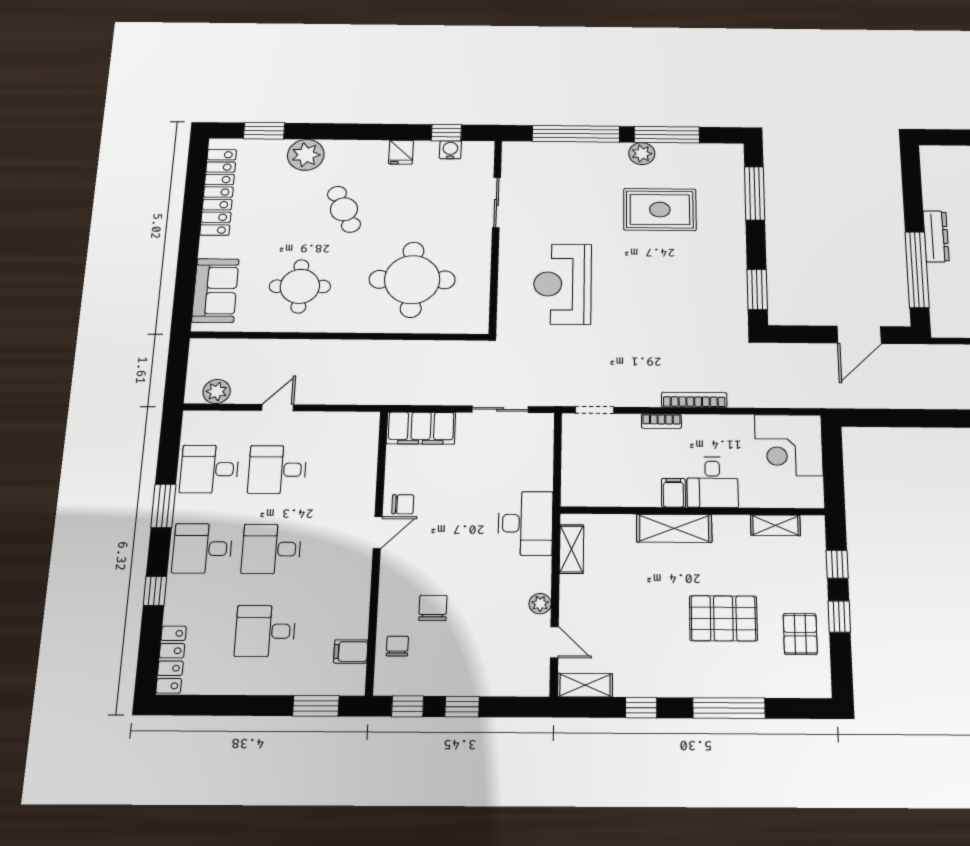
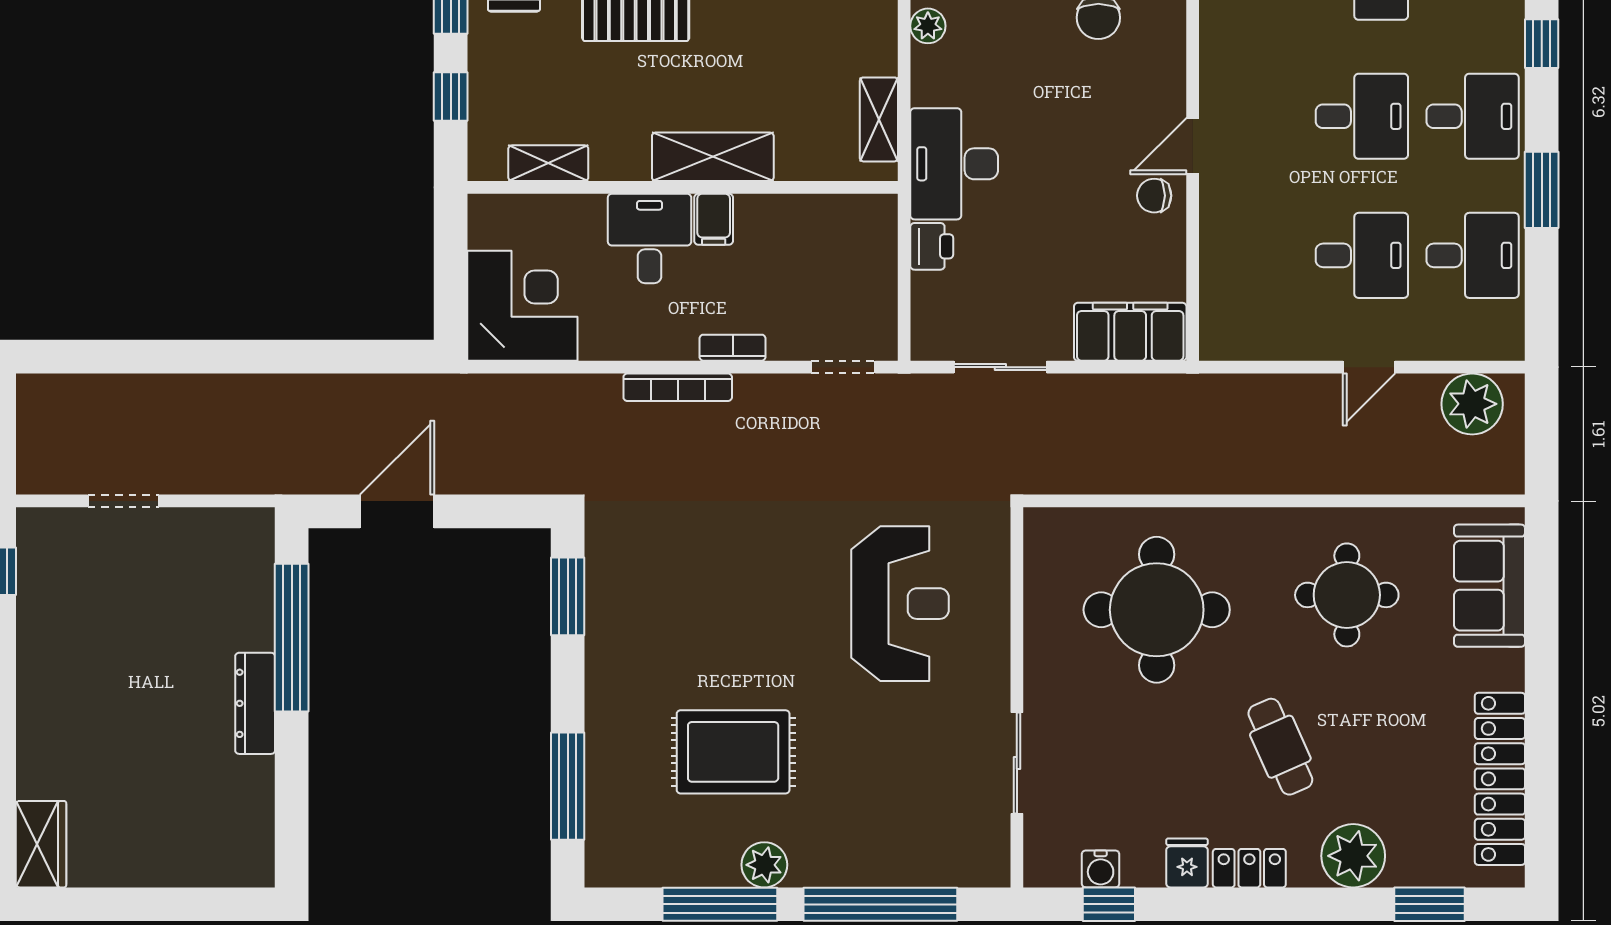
locker: (366, 149) -> (1249, 868), added
plant: (217, 392) -> (1472, 404), width x1.36, depth x1.36
printer: (540, 477) -> (932, 246), added

